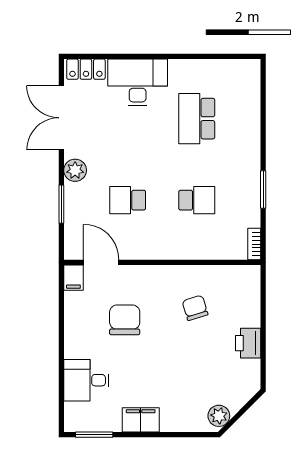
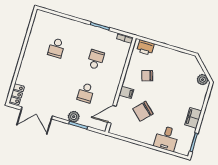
desk: (138, 82) -> (31, 71), removed
school desk: (197, 119) -> (56, 48), width x0.54
plant: (75, 170) -> (74, 117), moved
filing cabinet: (73, 278) -> (126, 92), moved
chair: (125, 320) -> (143, 111), turned -47
printer: (248, 343) -> (145, 47), moved

